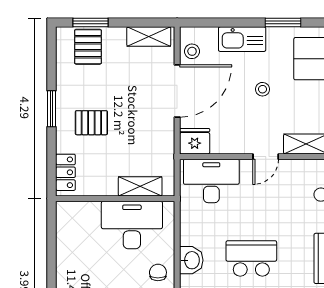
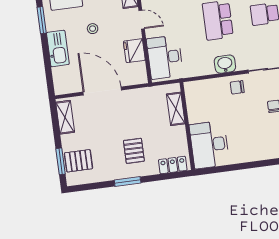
stool: (192, 51) -> (72, 84), removed
fridge: (195, 141) -> (134, 51), moved
desk: (132, 225) -> (209, 145), moved

